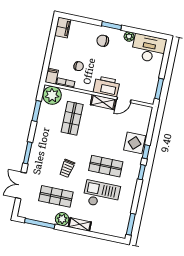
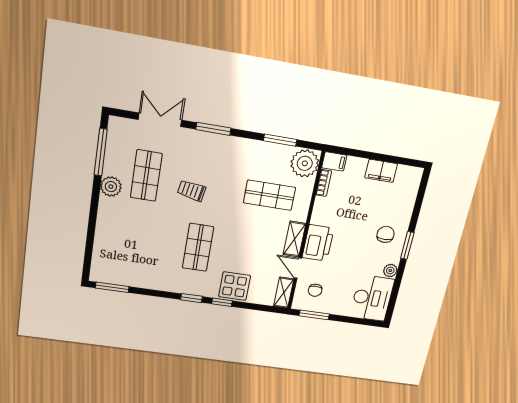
filing cabinet: (63, 27) -> (381, 171), moved
chair: (79, 66) -> (315, 290), moved
checkout: (101, 195) -> (154, 243), removed
shelving: (80, 224) -> (284, 293), moved

